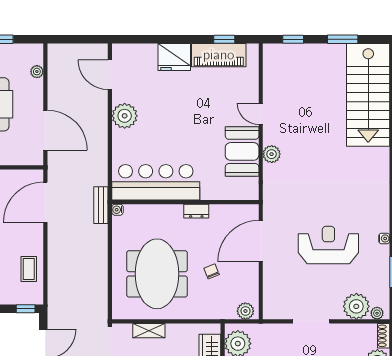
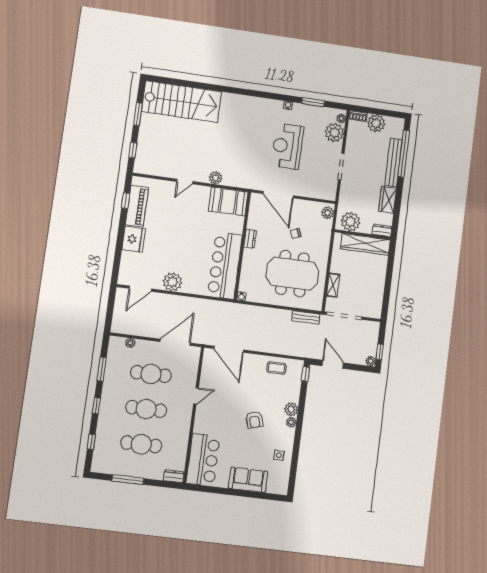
booth: (242, 151) -> (228, 201), moved
bench: (101, 205) -> (306, 317), moved

